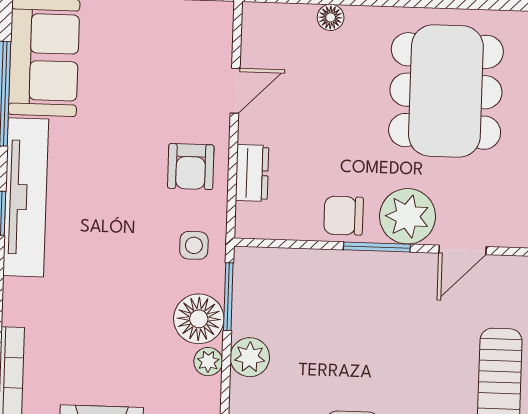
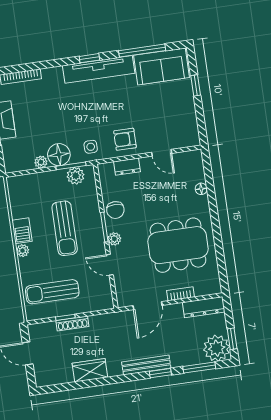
chair: (344, 216) -> (115, 210), turned 180
plant: (408, 216) -> (114, 239), width x0.53, depth x0.53
sun lounger: (364, 335) -> (65, 228), added
plant: (250, 357) -> (76, 176), moved

